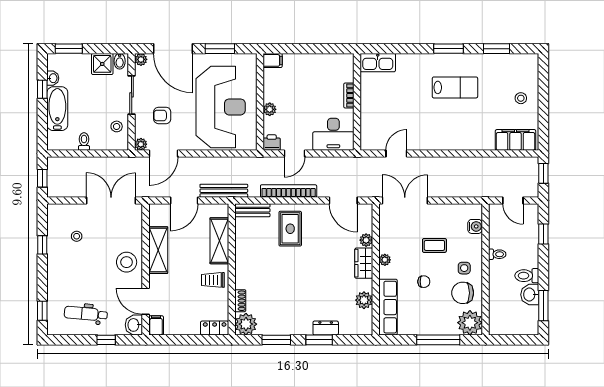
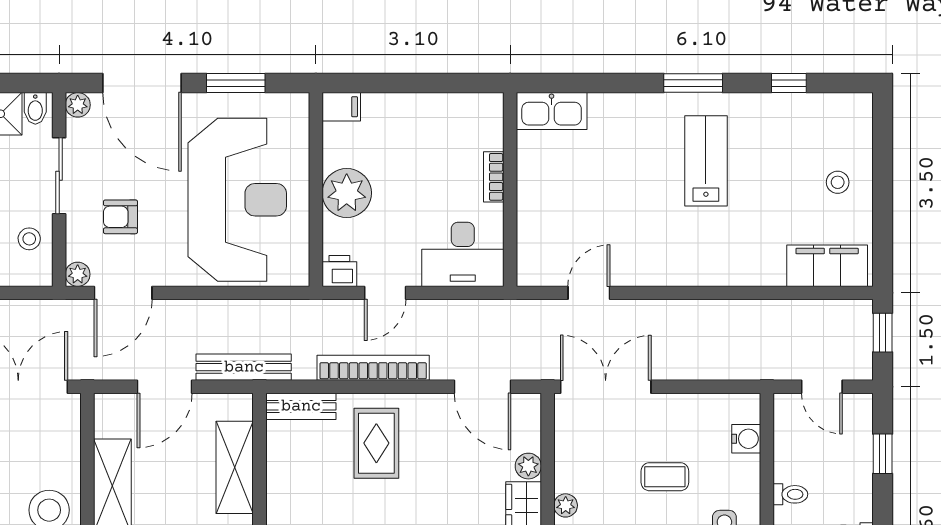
window: (496, 49) -> (789, 83), width x0.67
lab bench: (455, 87) -> (706, 161), turned -90
plant: (270, 109) -> (347, 193), width x1.88, depth x1.88

